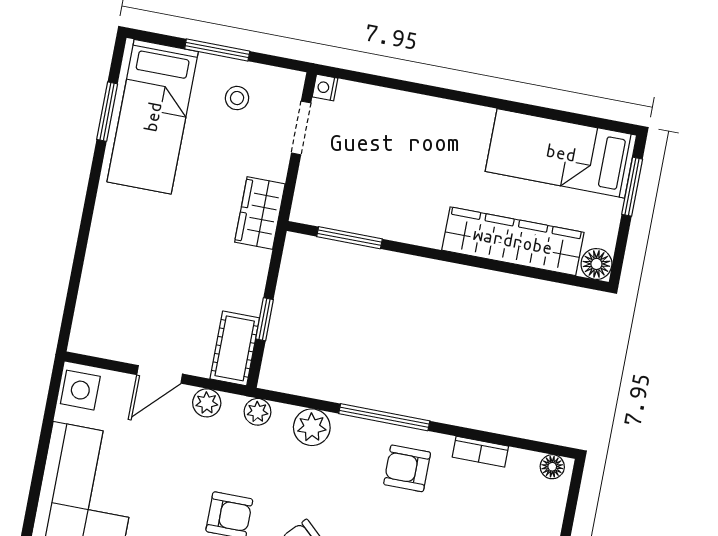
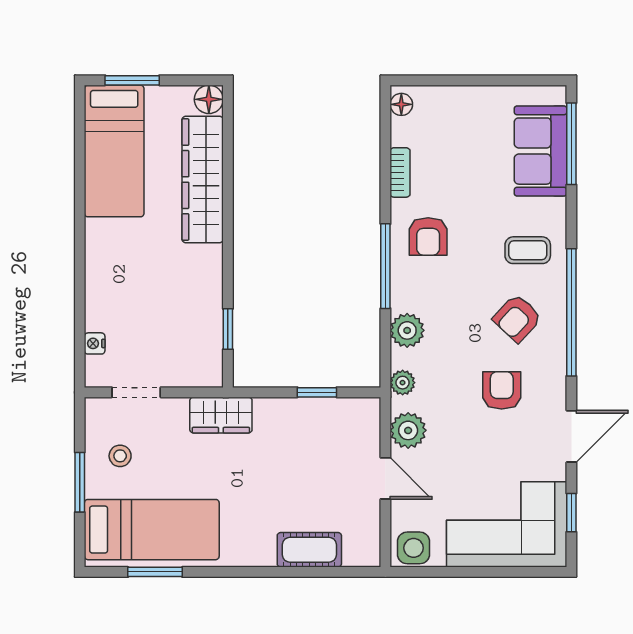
nightstand: (325, 88) -> (95, 343), moved, turned 90
window: (349, 238) -> (228, 329), width x0.67
cot: (235, 348) -> (309, 550), moved
plant: (207, 403) -> (408, 430), width x1.38, depth x1.38

